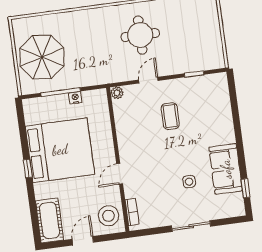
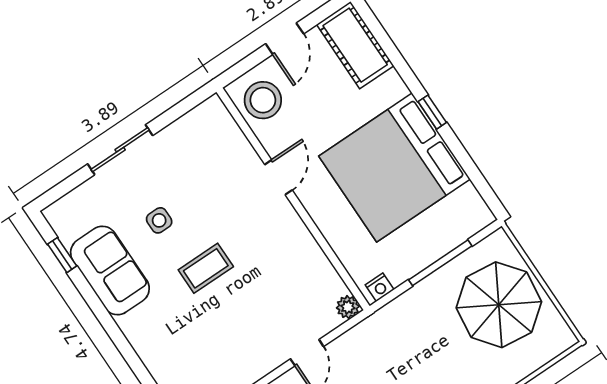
nightstand: (75, 98) -> (380, 287), moved
coffee table: (170, 116) -> (206, 268), moved, turned 90
bookcase: (132, 212) -> (227, 125), removed

